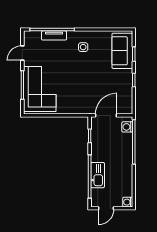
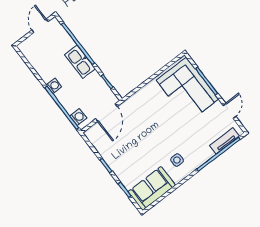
tv unit: (54, 35) -> (225, 141), moved
sofa: (122, 51) -> (152, 188), moved, turned -90
kitchen sink: (98, 175) -> (80, 62), moved
washing machine: (128, 202) -> (54, 86), moved

